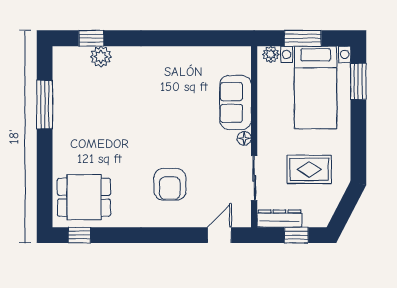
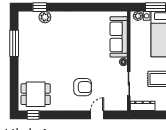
sofa: (235, 103) -> (119, 37), width x1.36
armchair: (170, 184) -> (83, 87), turned -90
door: (219, 235) -> (97, 115), moved
window: (296, 235) -> (152, 115), removed

